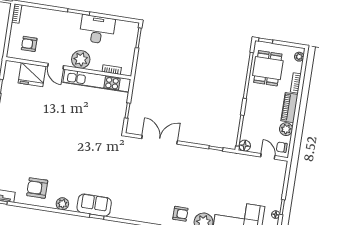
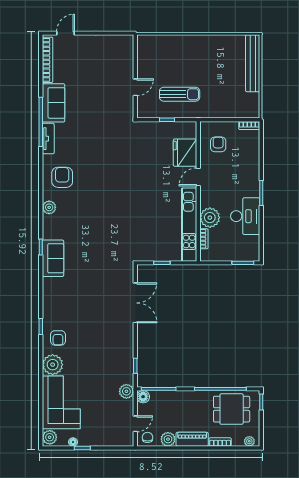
plant: (81, 59) -> (210, 218), moved
plant: (238, 160) -> (126, 391), added
sofa: (94, 205) -> (53, 258), moved

